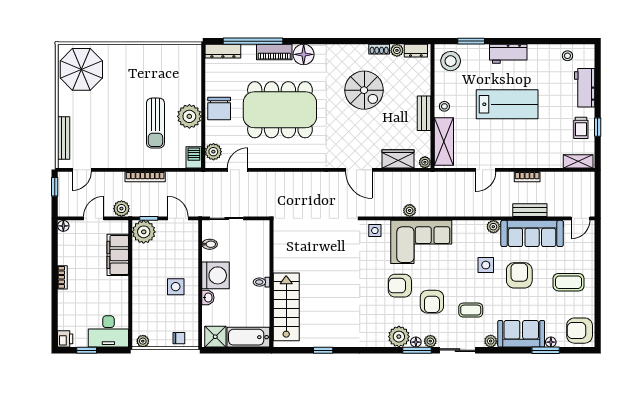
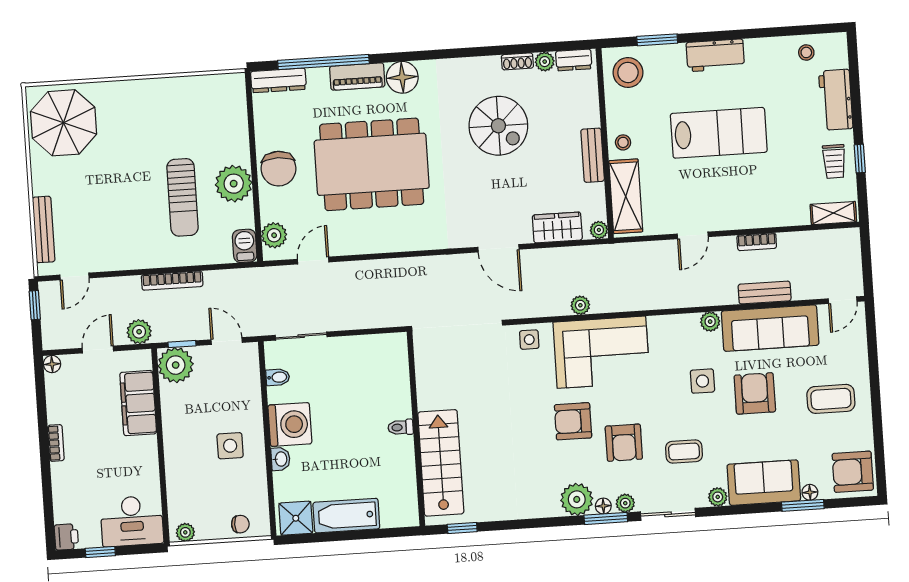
toilet: (262, 282) -> (401, 427), moved
wall: (272, 284) -> (416, 429), moved
stairs: (286, 307) -> (441, 463), moved

